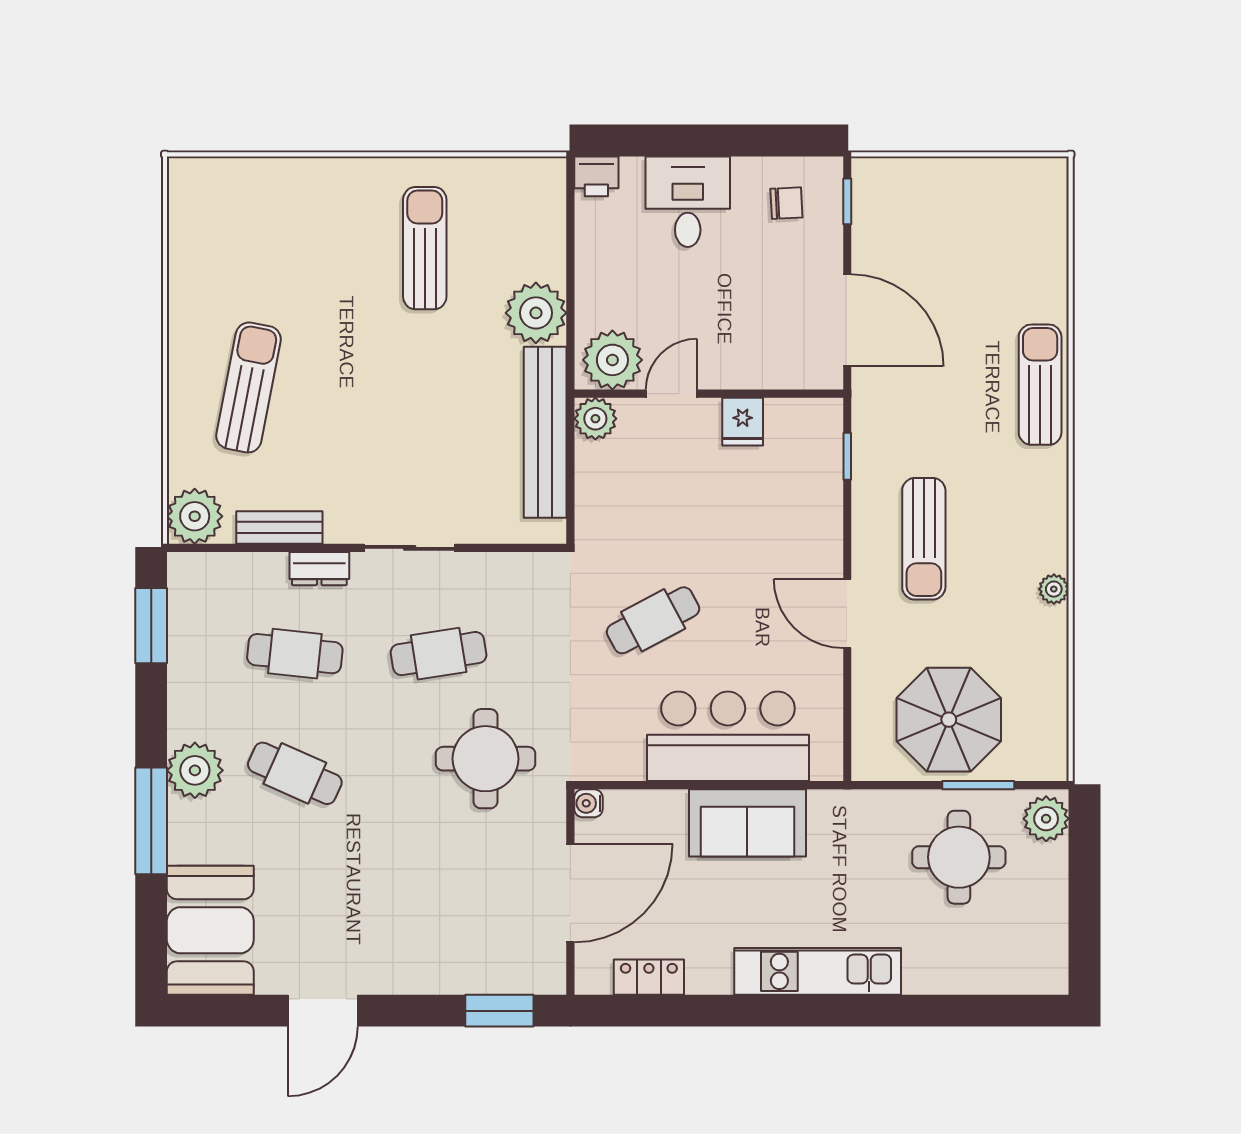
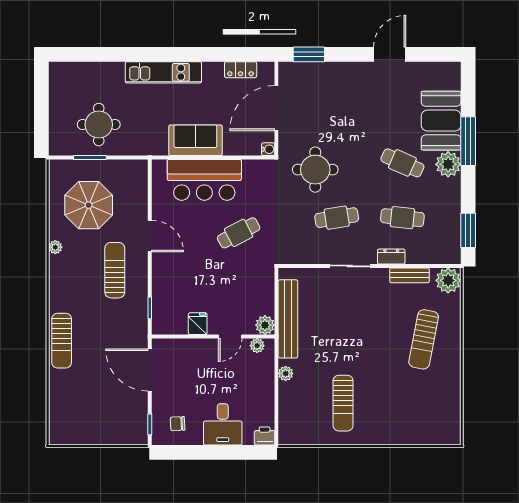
plant: (536, 313) -> (286, 373), width x0.53, depth x0.53
plant: (612, 360) -> (257, 346), width x0.53, depth x0.53
parasol: (949, 720) -> (89, 205), moved
plant: (1046, 819) -> (59, 142), removed
booth: (210, 930) -> (441, 121), moved

